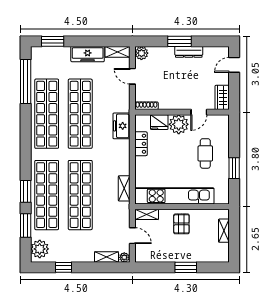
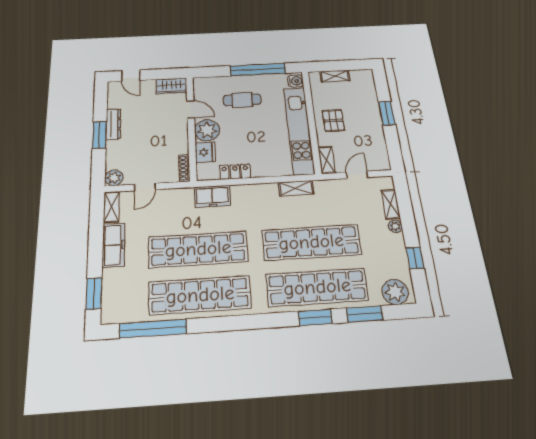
window: (234, 168) -> (258, 69), width x2.11
water cooler: (221, 198) -> (296, 81), added
pallet: (181, 224) -> (333, 121), turned 90
plant: (124, 257) -> (395, 226), moved

